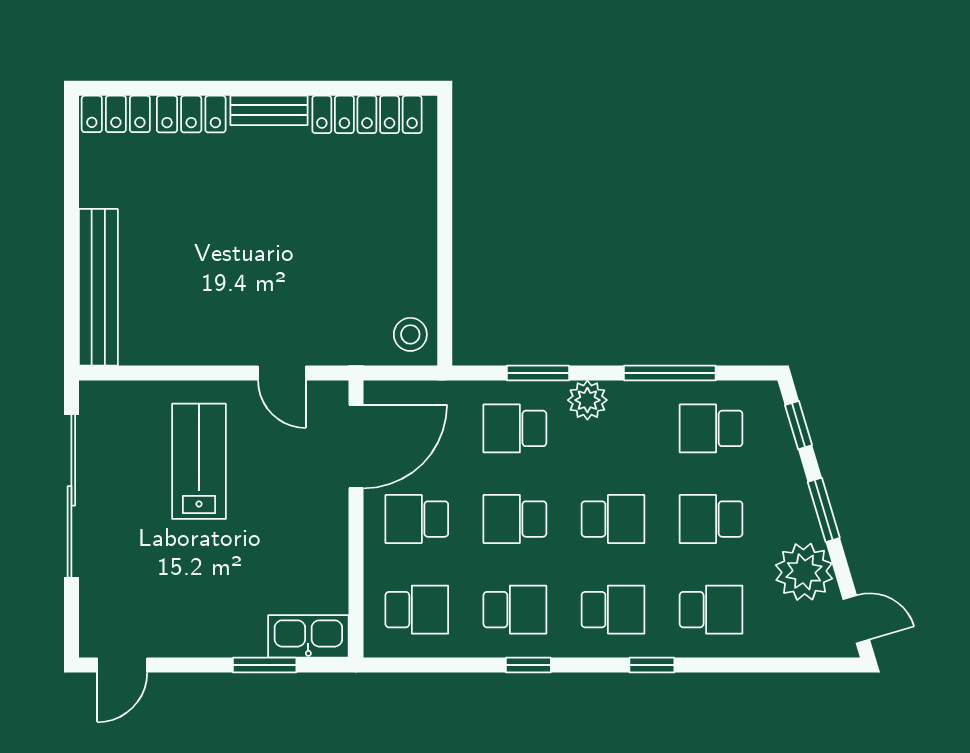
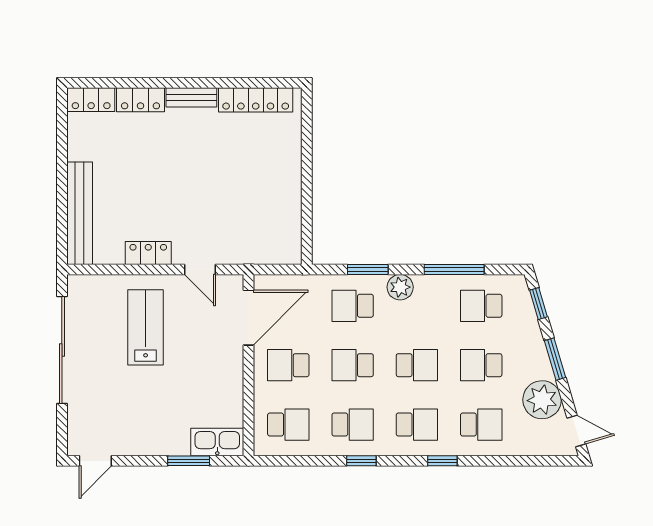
stool: (410, 334) -> (284, 244), removed
locker: (203, 348) -> (148, 253), added

